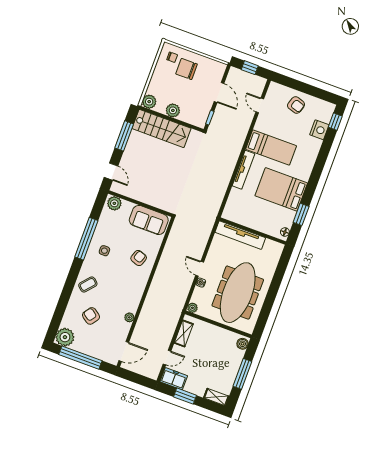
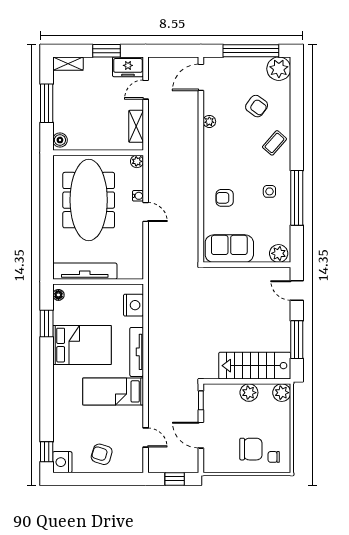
nightstand: (319, 130) -> (62, 462), moved
nightstand: (233, 205) -> (133, 305), added
tv unit: (240, 235) -> (85, 271), moved
armchair: (139, 258) -> (225, 198), turned 71

